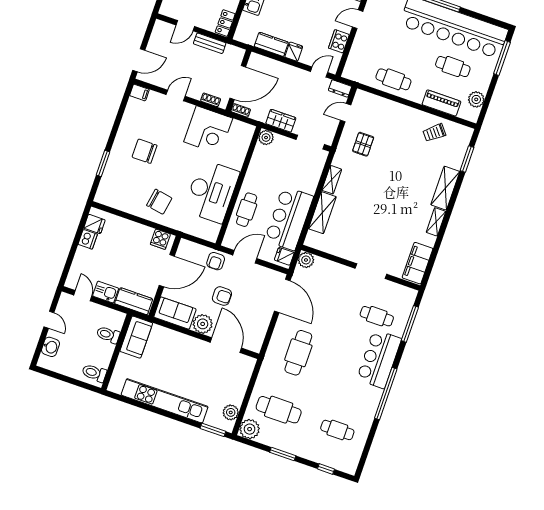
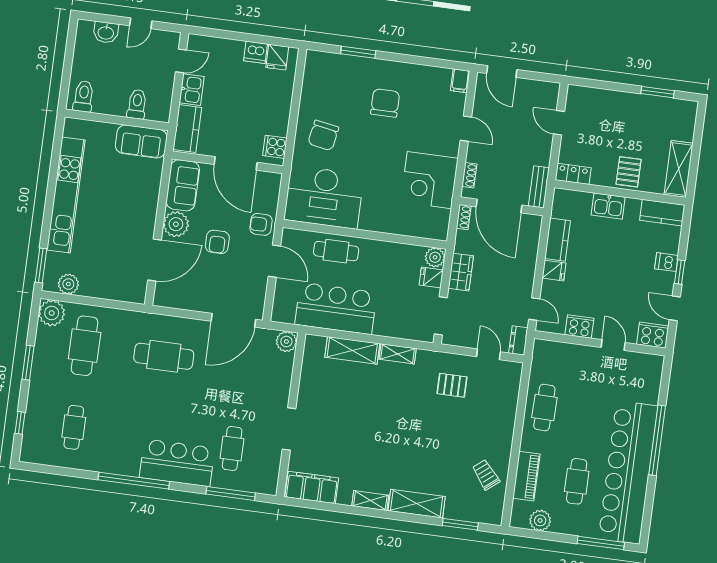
bench: (210, 43) -> (539, 187), moved
desk: (212, 191) -> (324, 197), moved
fridge: (284, 256) -> (431, 277), moved, turned -90

